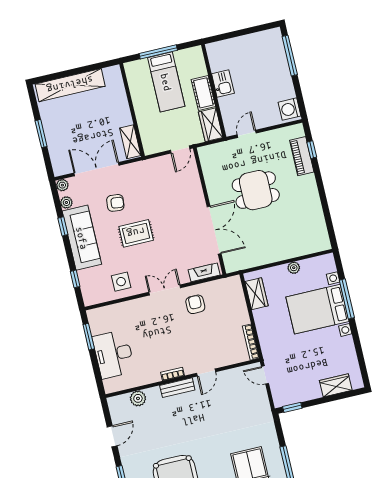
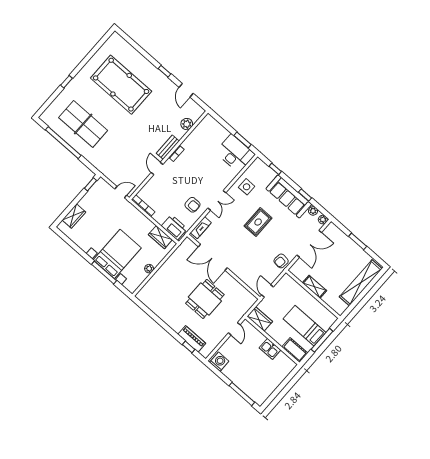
cot: (203, 93) -> (295, 350), moved
shelving: (130, 142) -> (314, 287), moved
armchair: (115, 203) -> (281, 261), moved
printer: (233, 294) -> (174, 227), added
desk: (114, 354) -> (235, 153), moved

